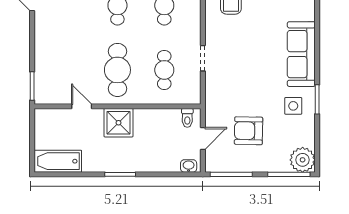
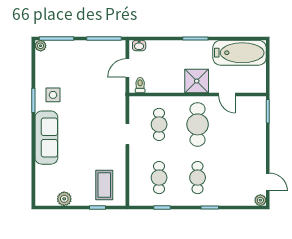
armchair: (248, 131) -> (90, 74), removed
plant: (303, 160) -> (41, 46), width x0.53, depth x0.53
bathtub: (58, 161) -> (240, 53), width x1.36, depth x1.36

